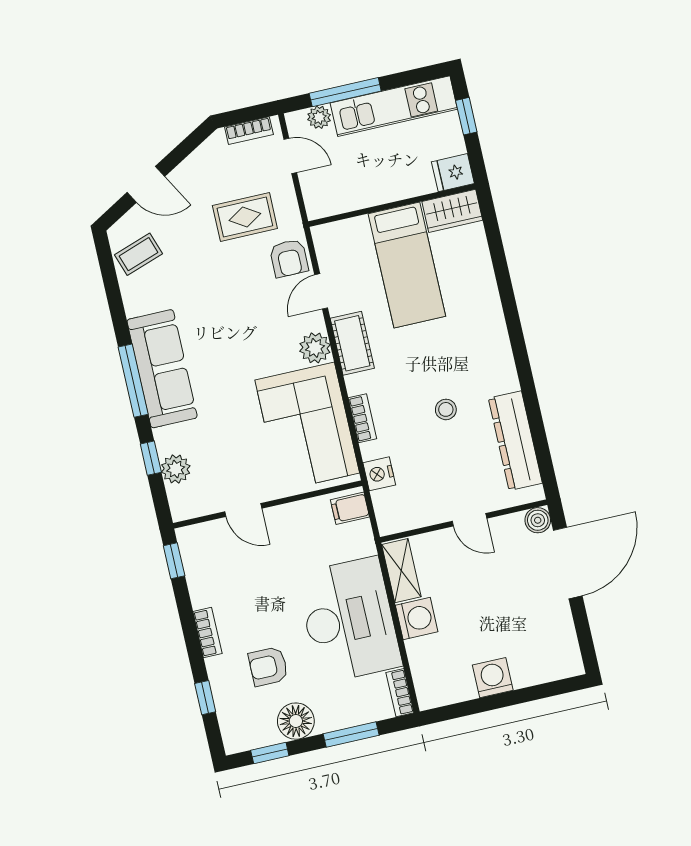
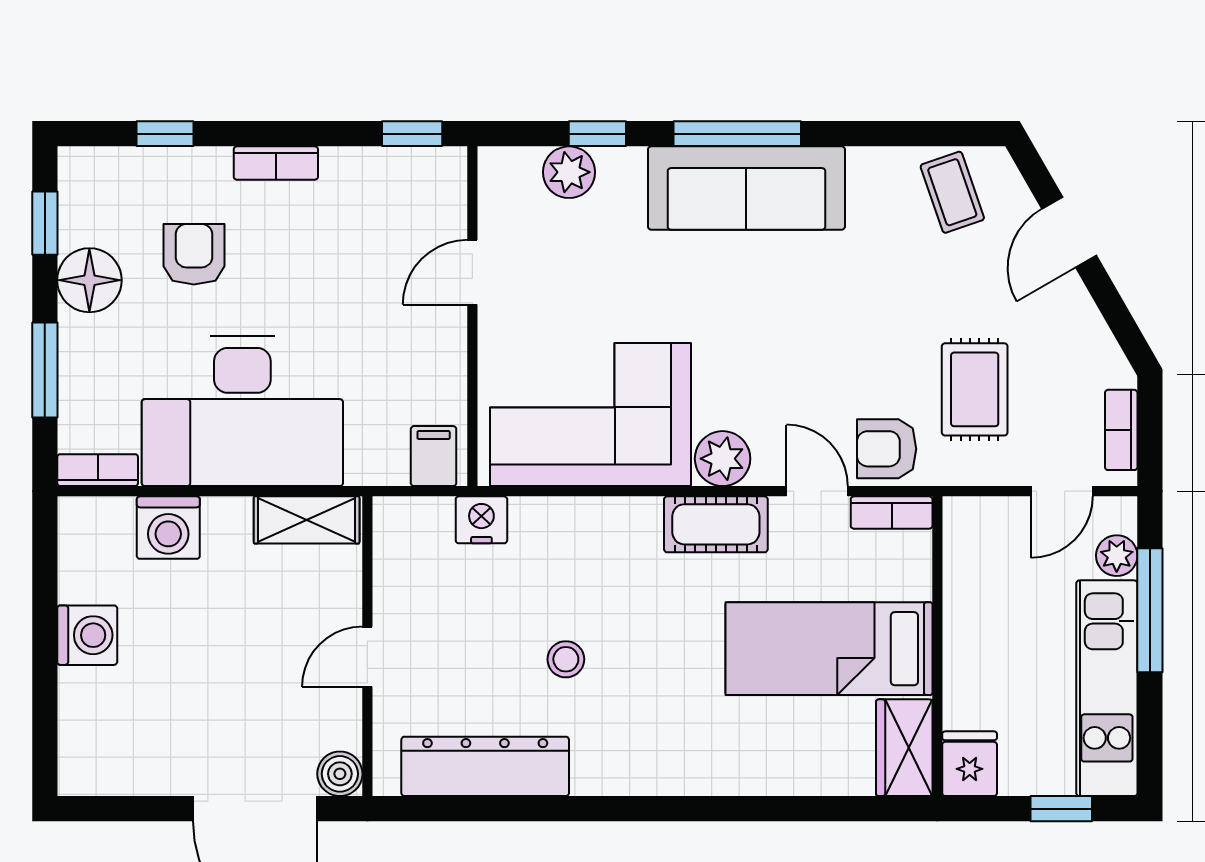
bookcase: (362, 418) -> (892, 513), moved
washing machine: (417, 618) -> (168, 528), moved

